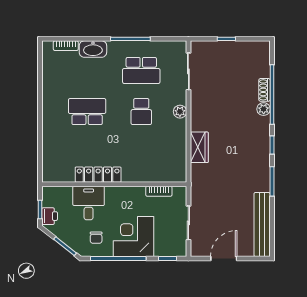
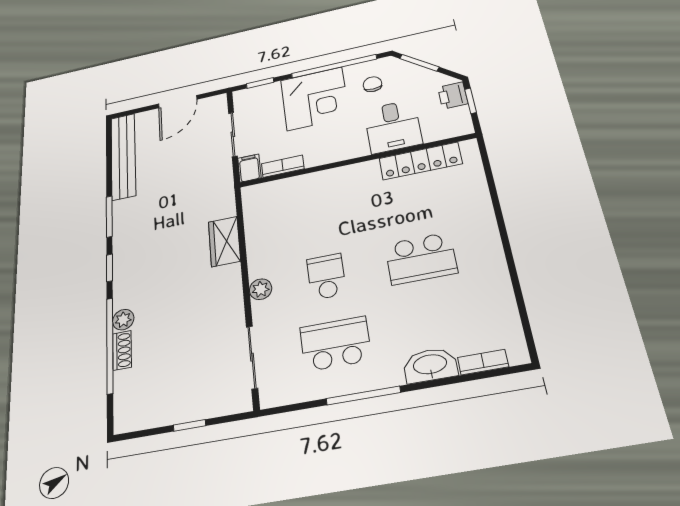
locker: (98, 175) -> (420, 161), moved
filing cabinet: (180, 195) -> (249, 168), added

